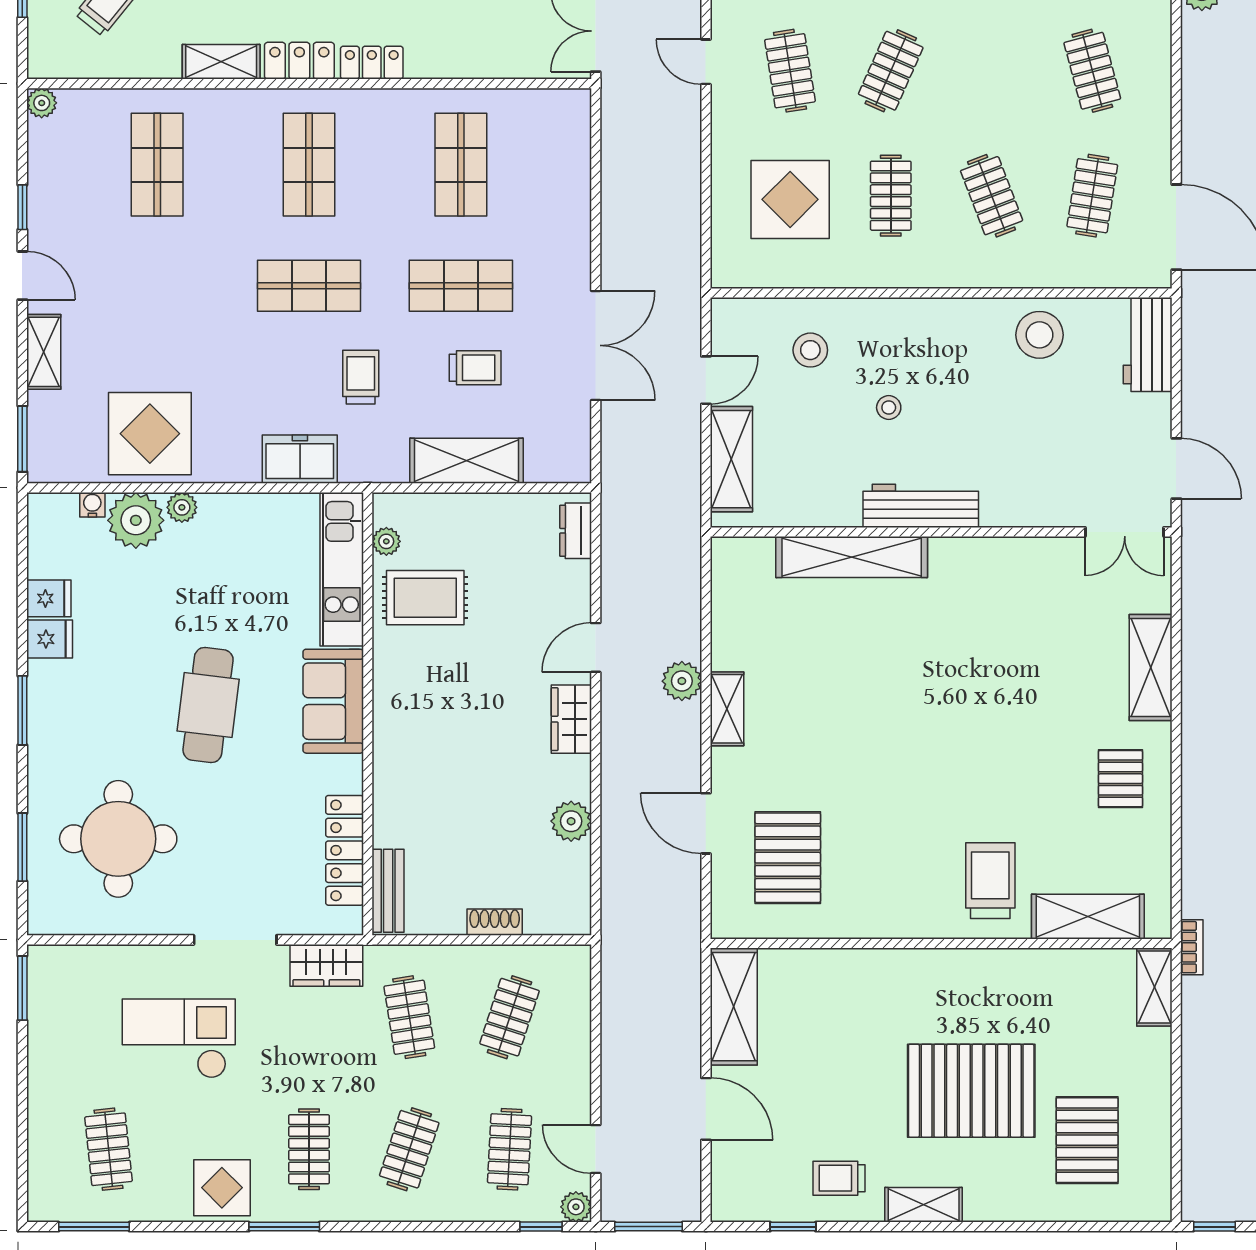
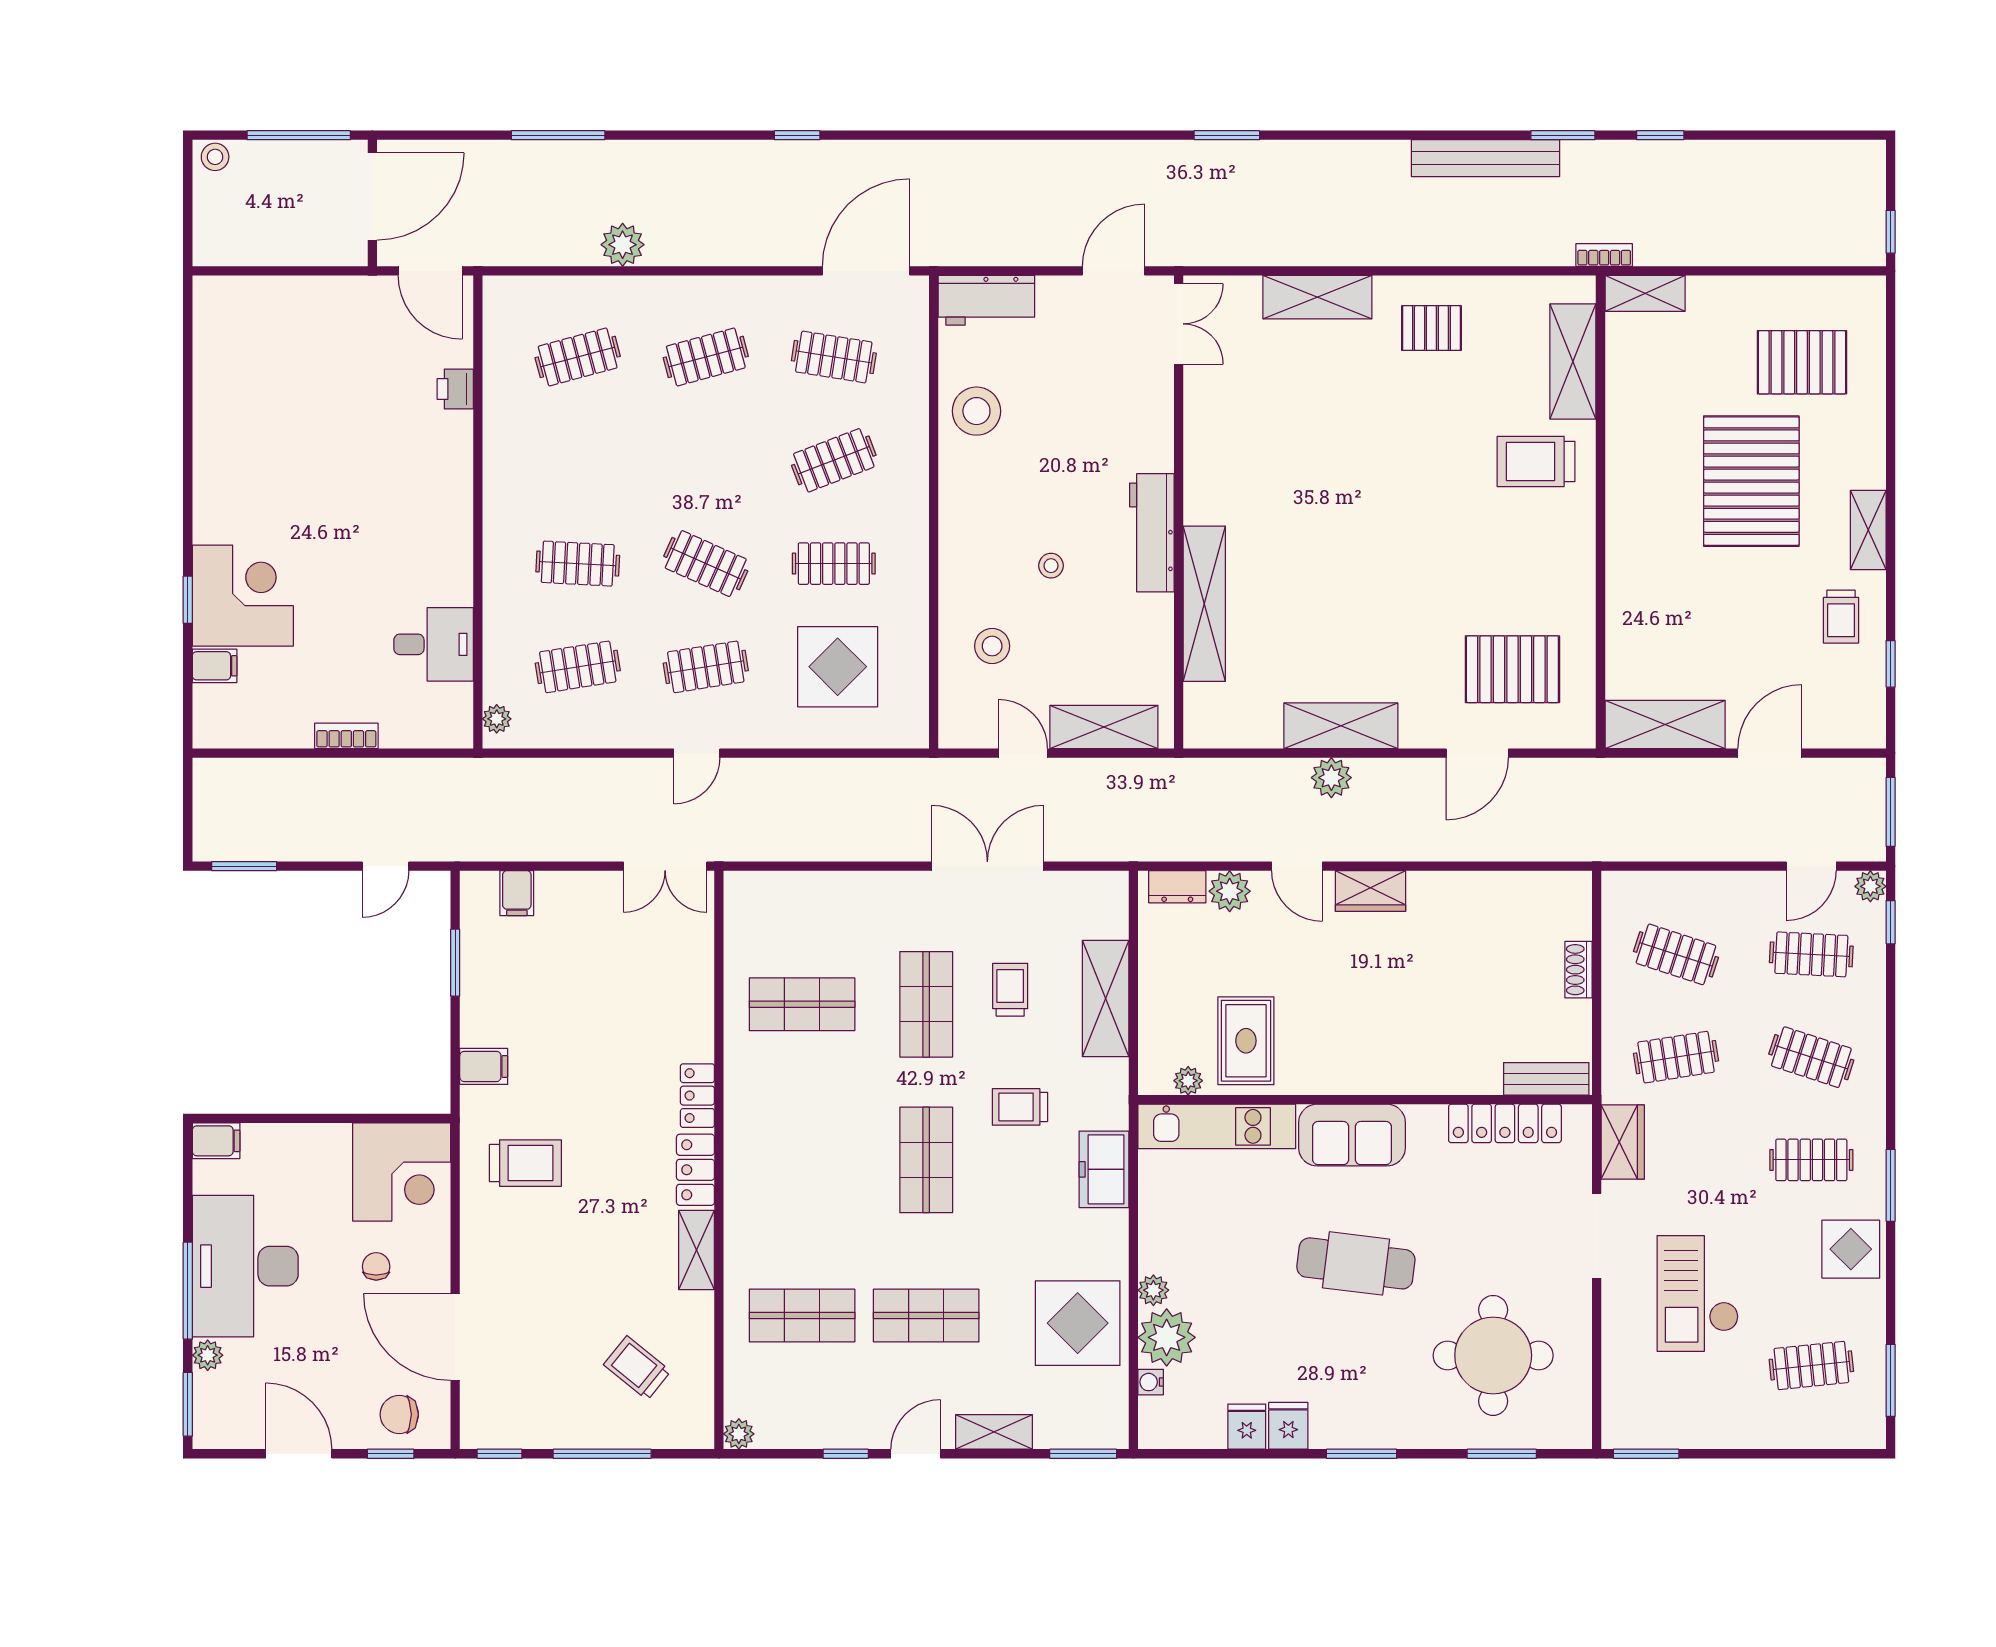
shop shelf: (309, 165) -> (926, 1316), moved
shelving: (727, 709) -> (1341, 726), width x1.50, depth x1.33
plant: (571, 821) -> (1230, 891), moved

